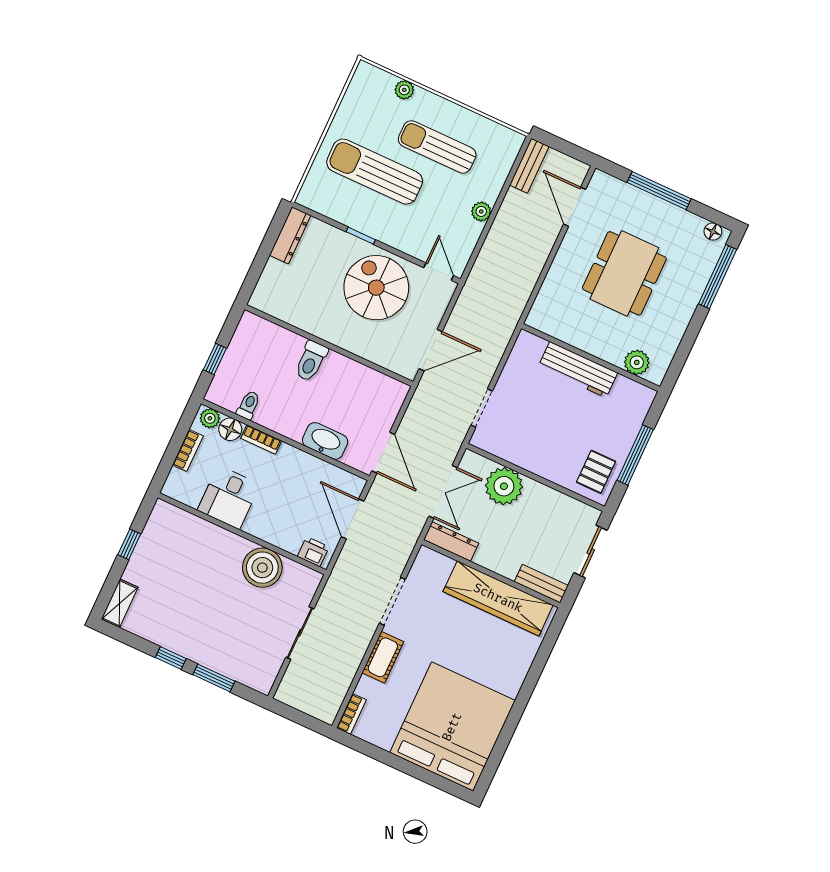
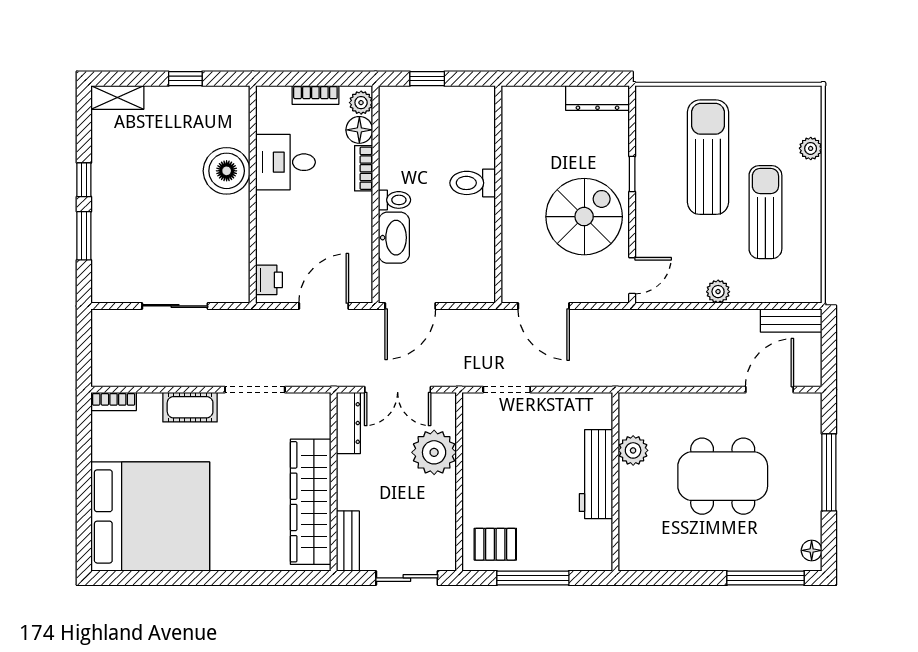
plant: (637, 362) -> (633, 450), moved
toilet: (248, 405) -> (394, 200), moved
boiler: (262, 568) -> (227, 171), moved

